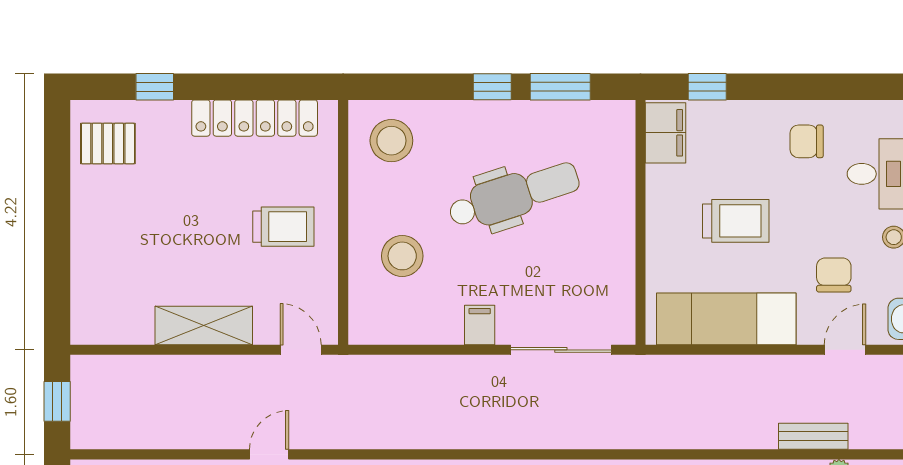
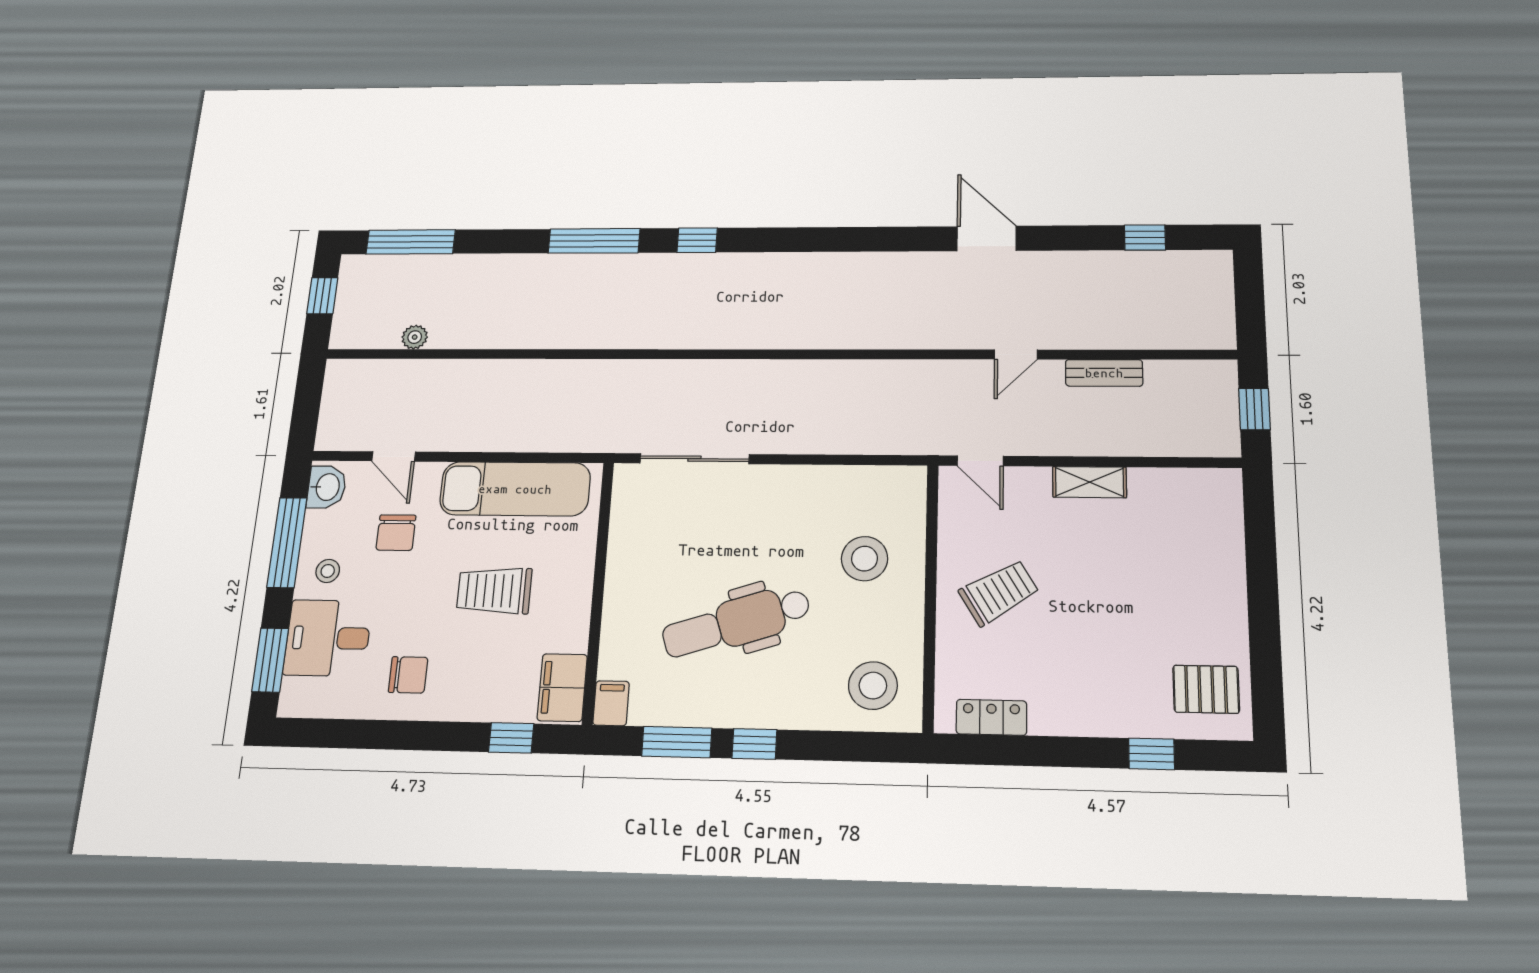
locker: (255, 118) -> (991, 717), width x0.46, depth x0.83
trolley: (283, 227) -> (999, 592), turned 149
shelving: (204, 325) -> (1090, 482), width x0.67, depth x0.75
filing cabinet: (480, 325) -> (611, 703), moved, turned 180
door: (845, 350) -> (394, 456), hinge flipped
bench: (813, 436) -> (1104, 373), moved

